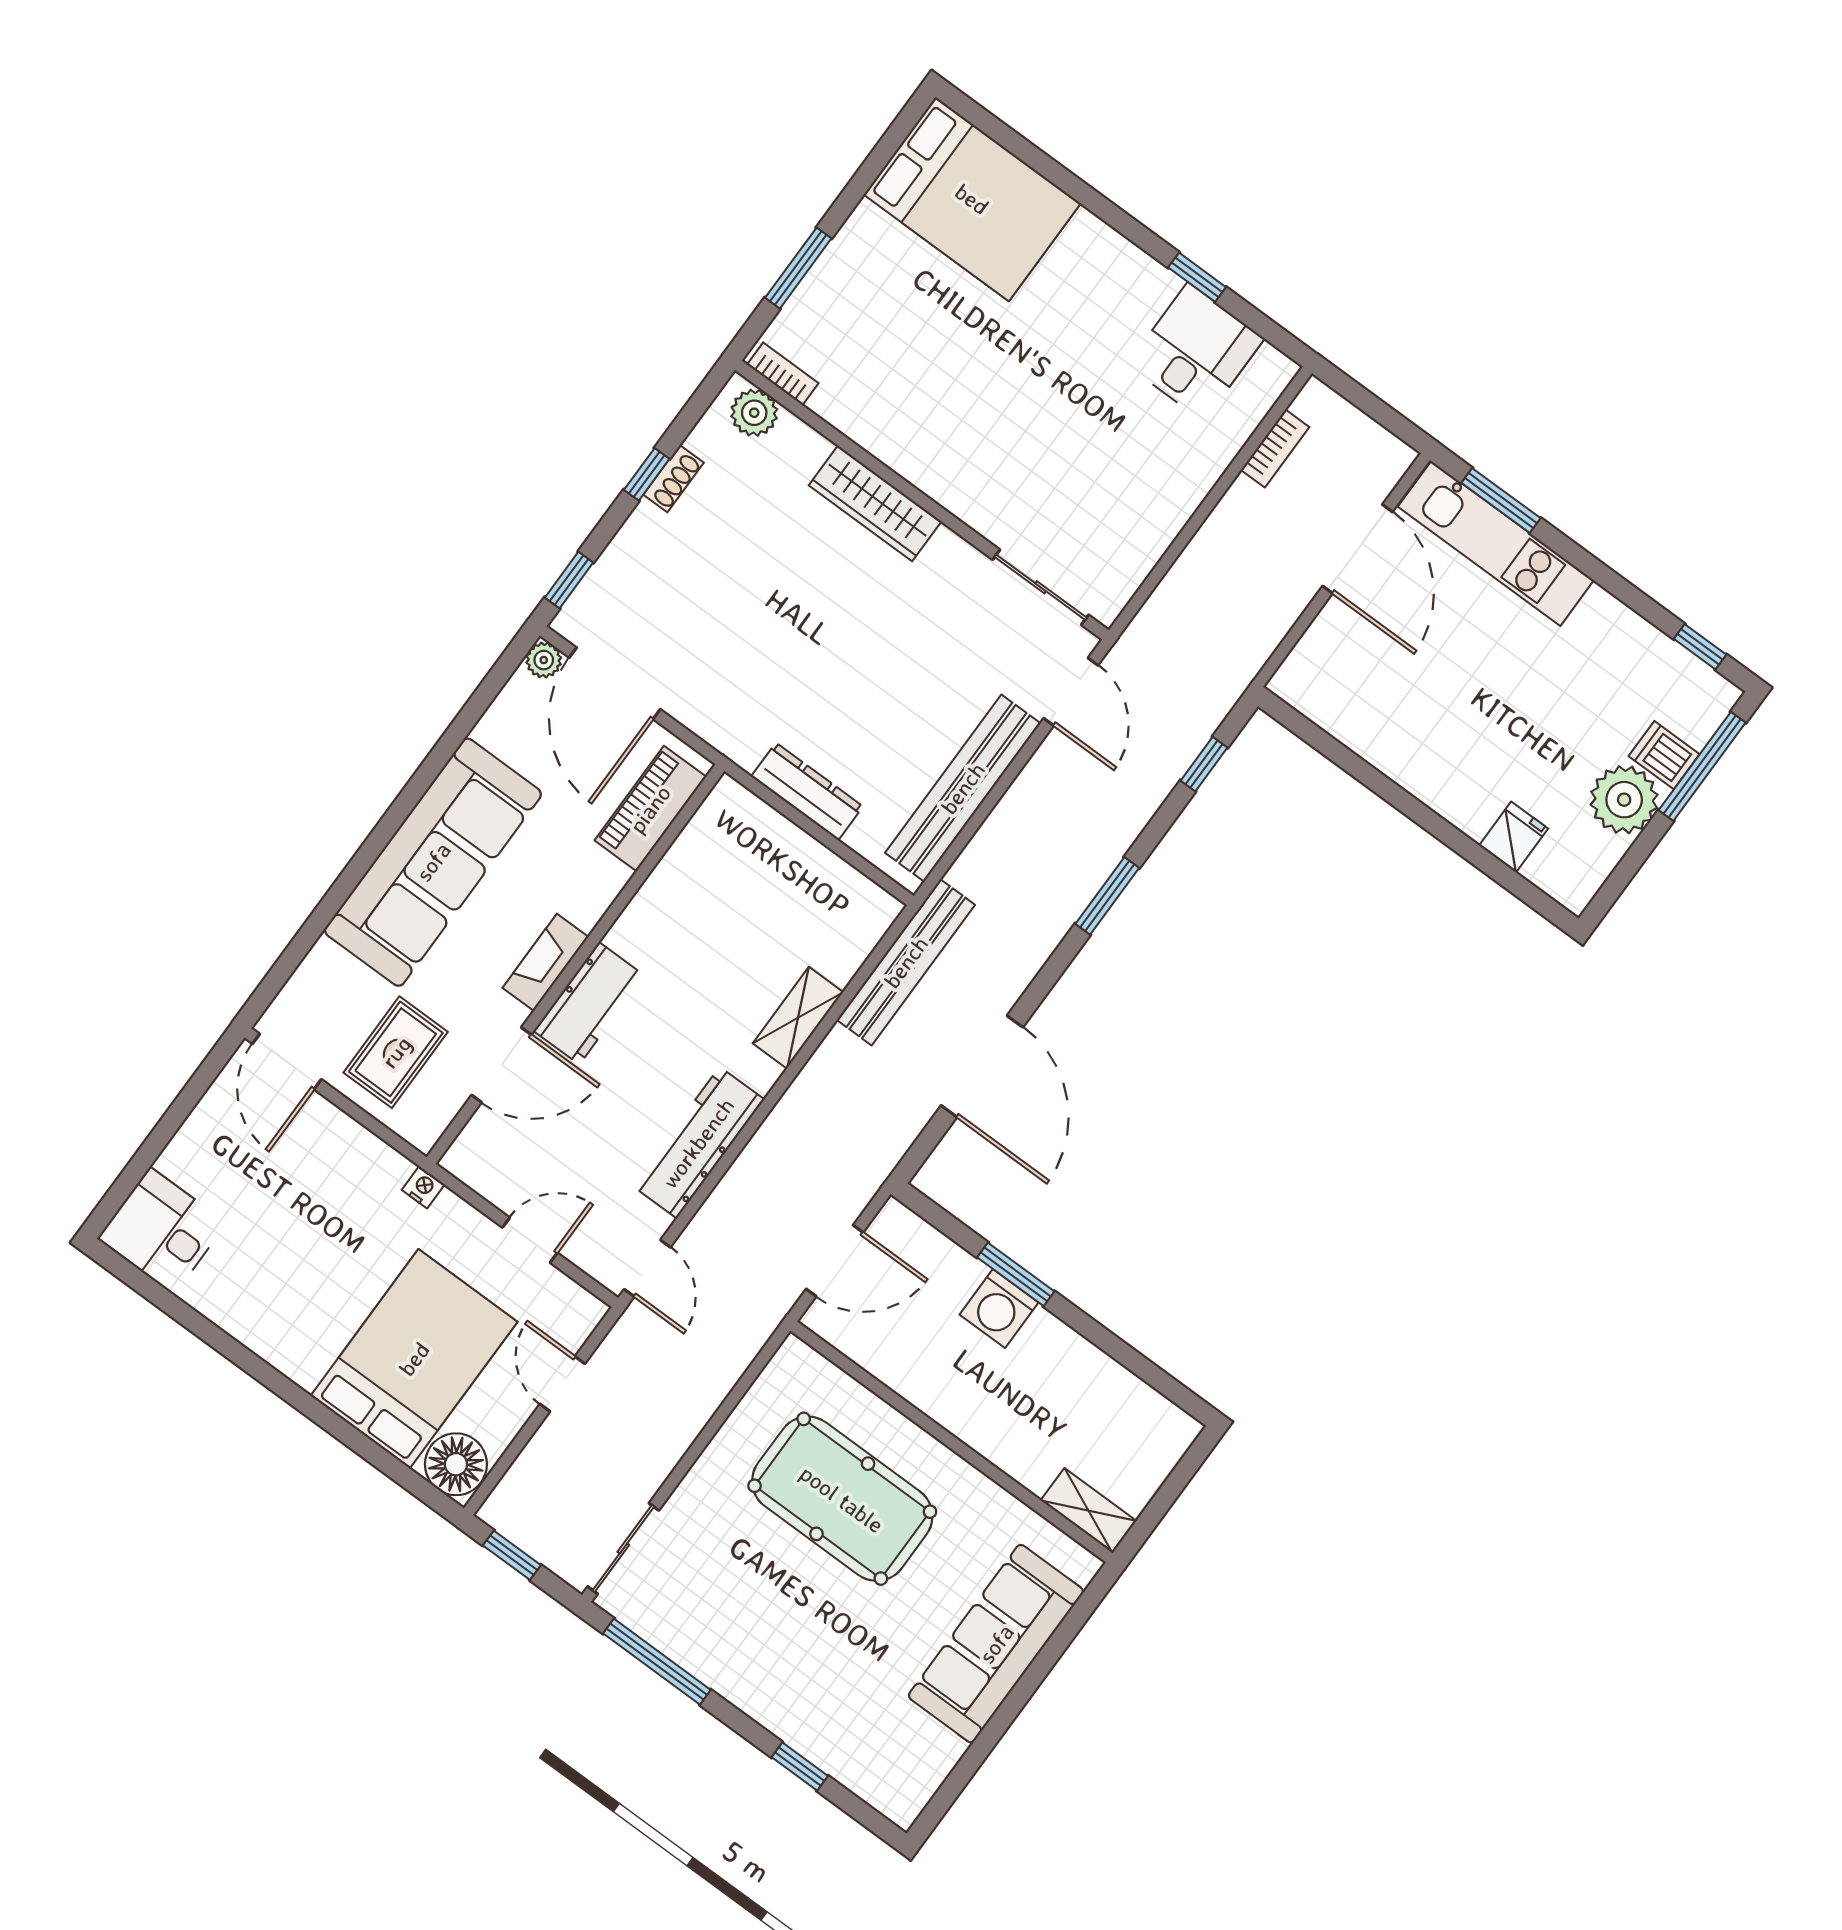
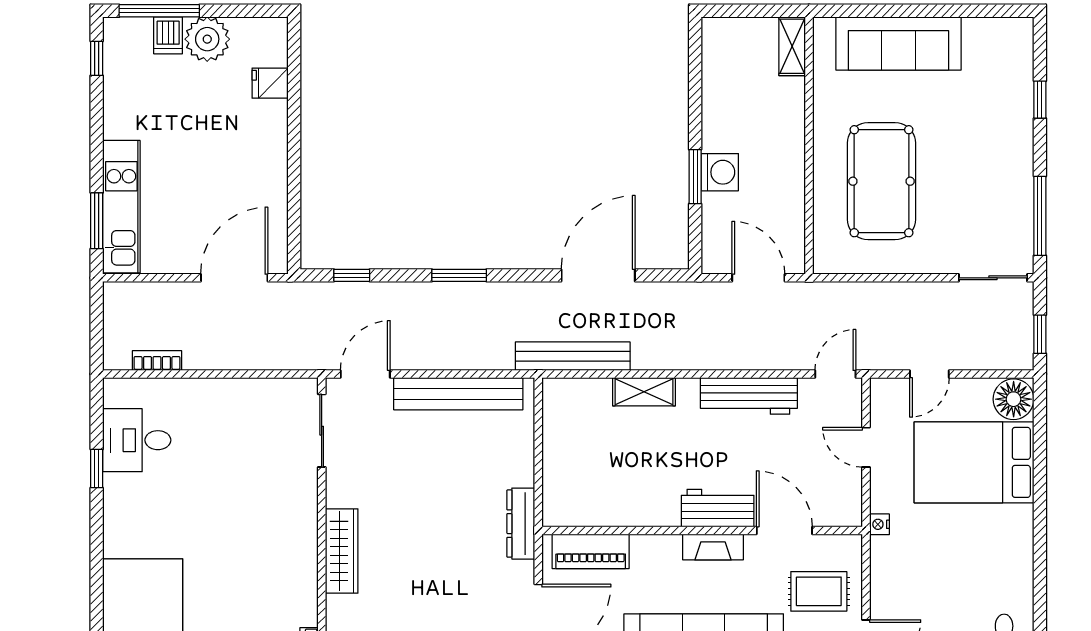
door: (1358, 549) -> (234, 278), moved
dresser: (807, 791) -> (521, 524), moved

